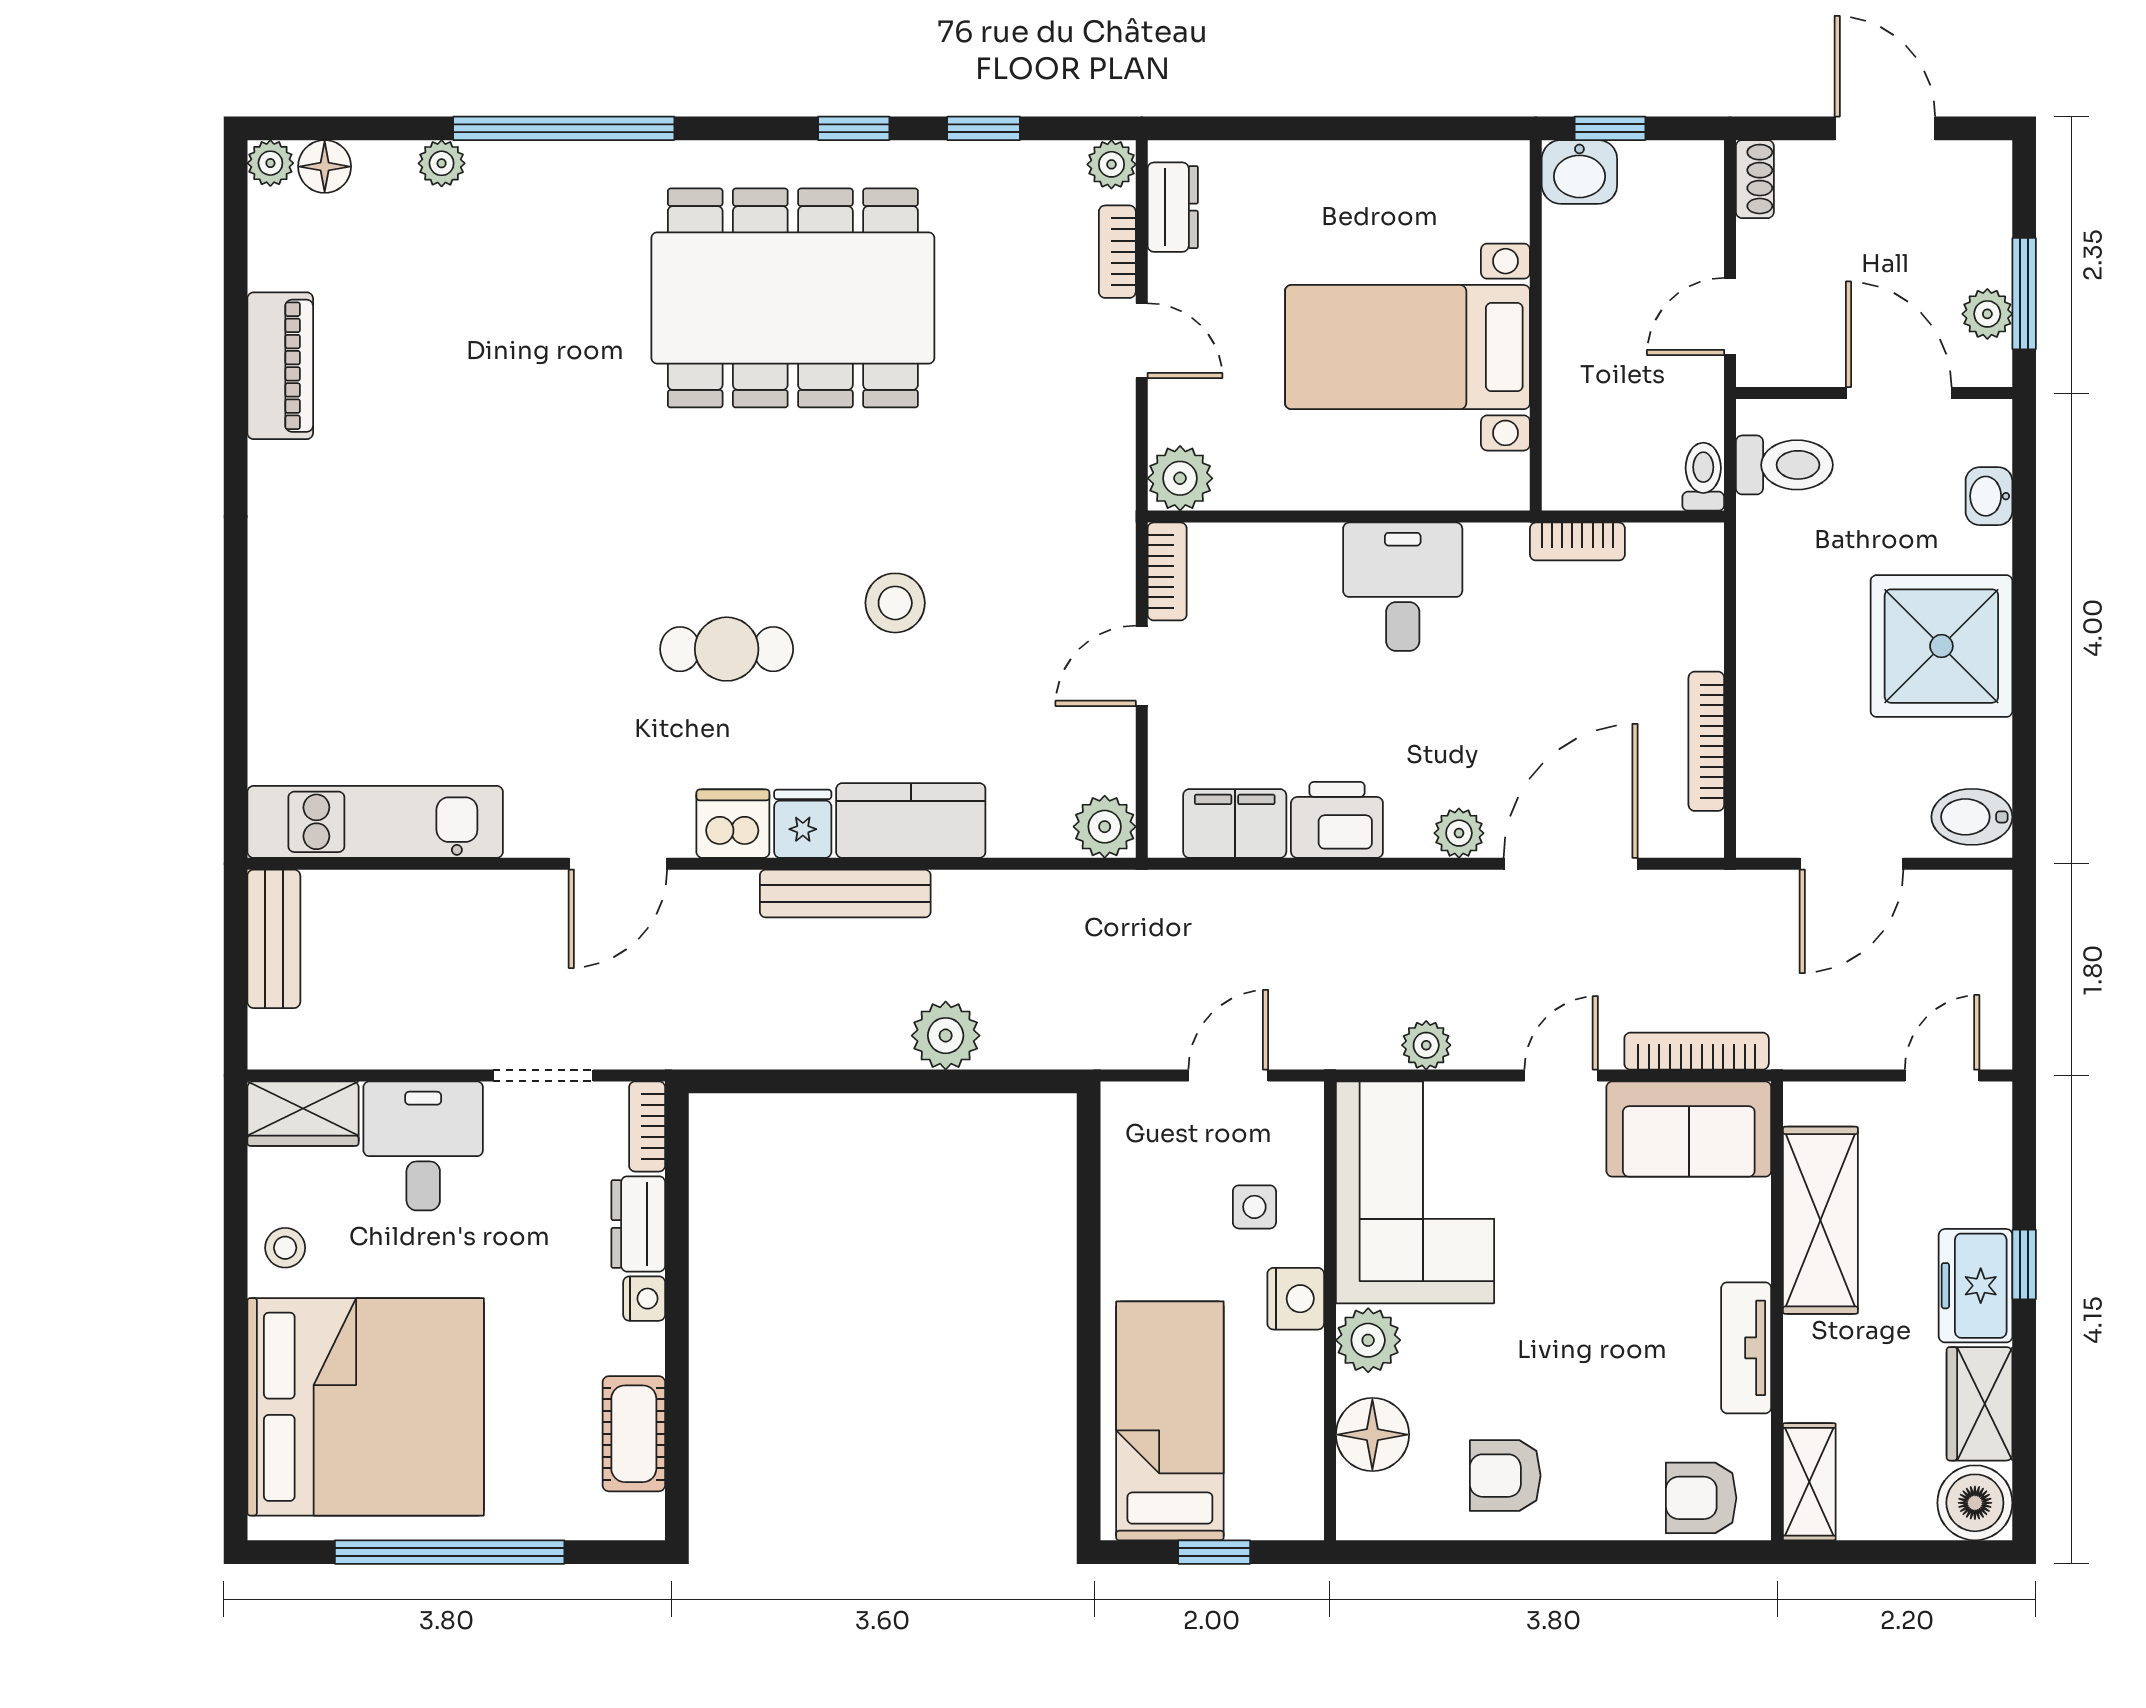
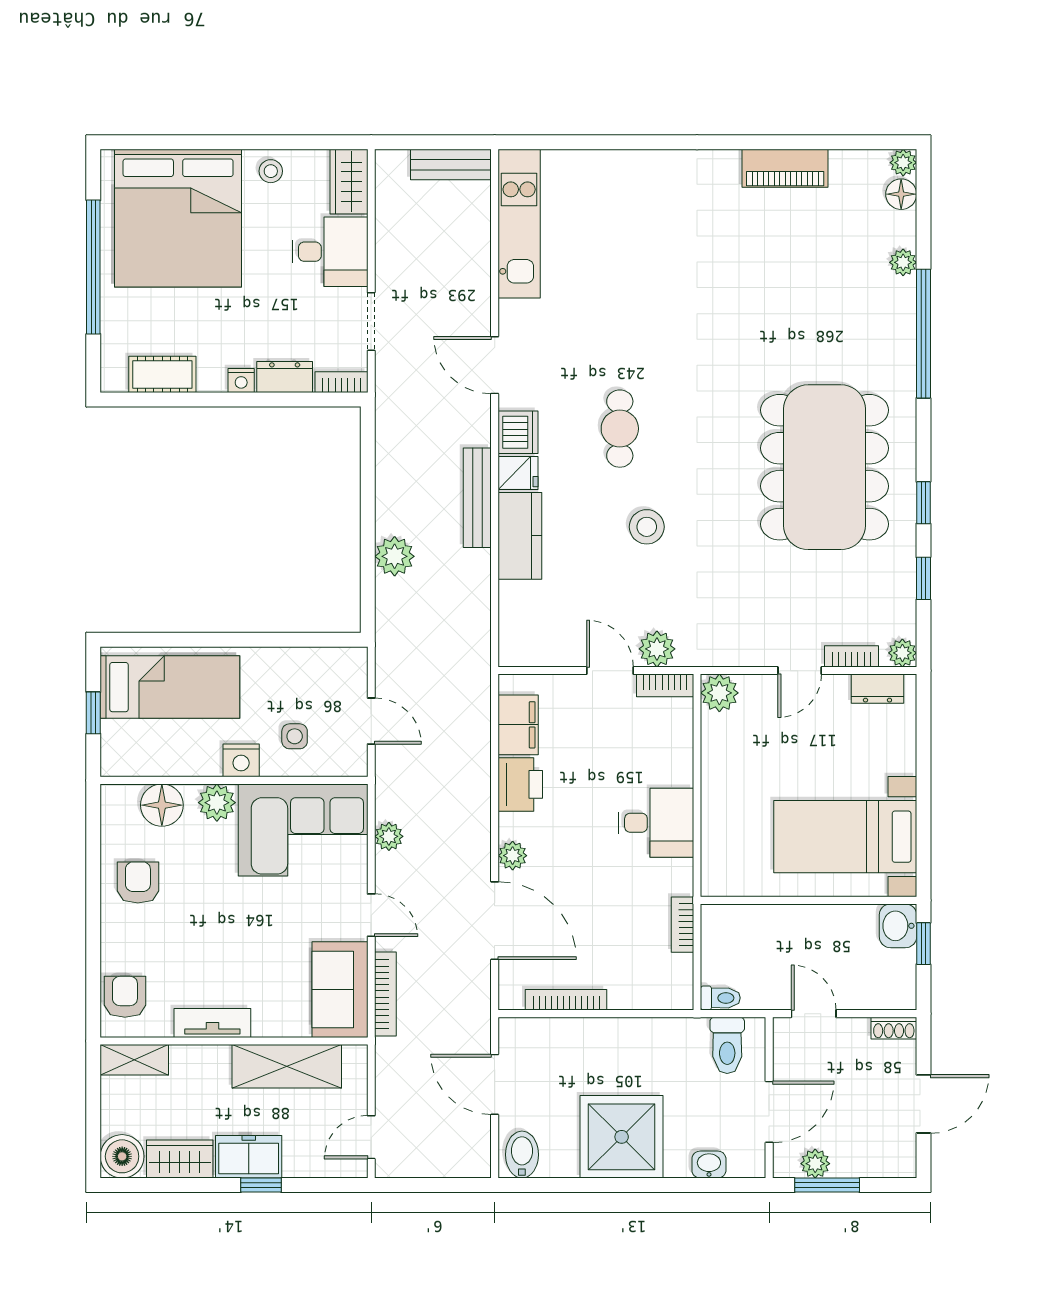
bed with nightstands: (1408, 347) -> (845, 837), moved, turned -90
plant: (1105, 827) -> (657, 649), moved
door: (1942, 1076) -> (371, 1137), swing flipped

